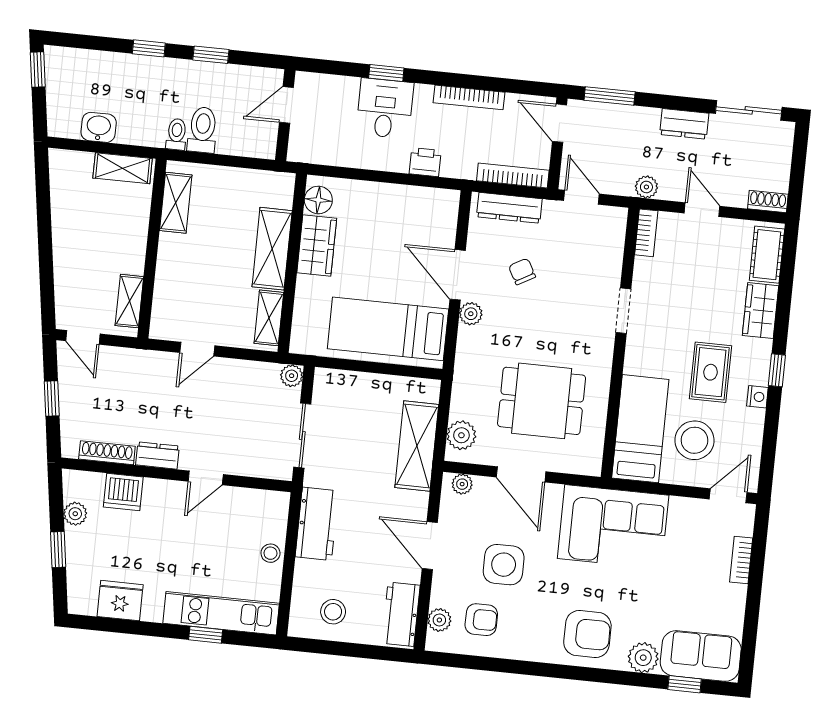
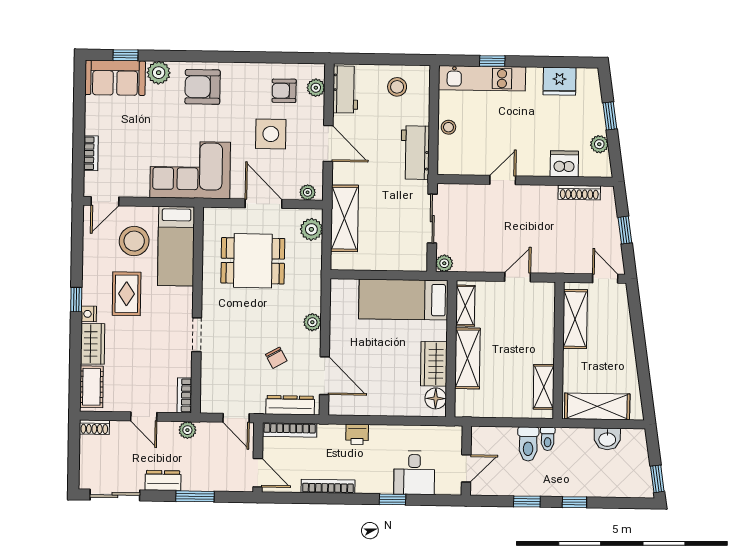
window: (610, 96) -> (195, 496), moved
desk: (385, 108) -> (414, 473), moved
shelving: (123, 168) -> (597, 406), width x1.50, depth x1.33
door: (458, 275) -> (324, 376), moved
shelving: (129, 301) -> (575, 319), width x1.50, depth x1.33
bed: (388, 329) -> (403, 300), moved, turned 180
nightstand: (757, 397) -> (89, 314), moved
dresser: (157, 455) -> (541, 194), removed

